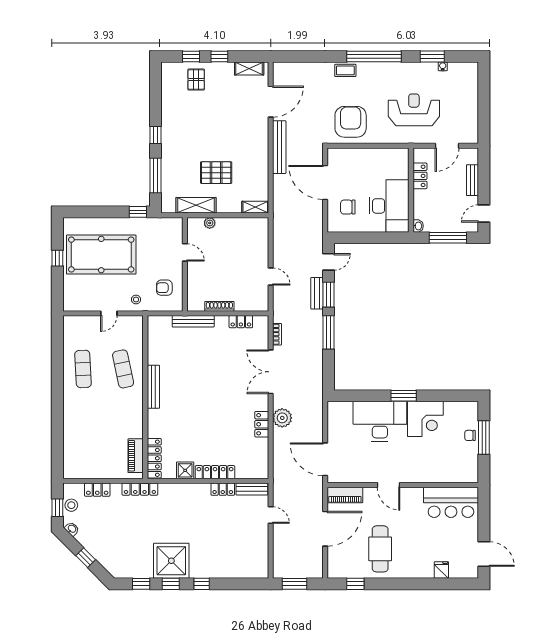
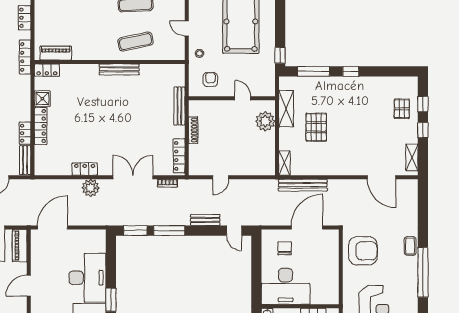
pallet: (196, 80) -> (402, 109), turned 90
bench: (279, 147) -> (303, 185), moved
plant: (210, 223) -> (265, 121), width x1.87, depth x1.87
door: (185, 252) -> (243, 98), swing flipped
window: (329, 295) -> (135, 231), moved
locker: (241, 322) -> (179, 156), width x1.53
locker: (154, 458) -> (47, 70), width x0.66

